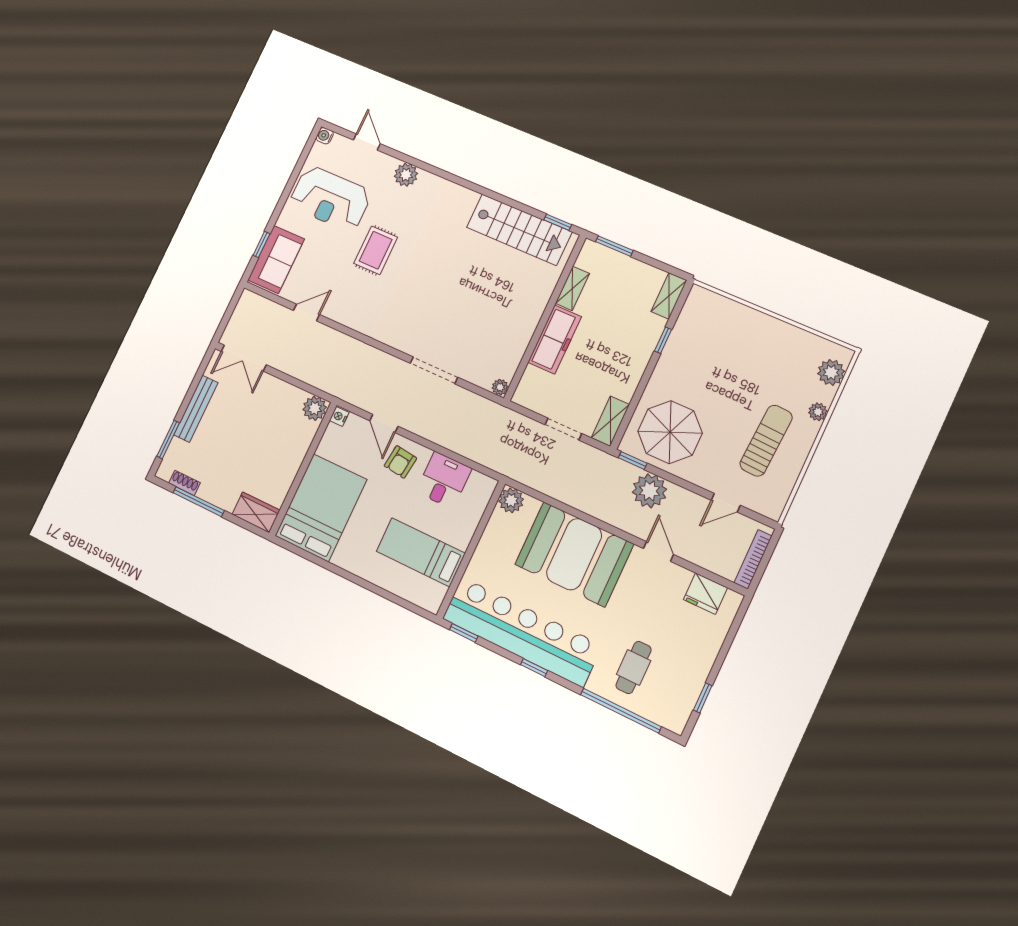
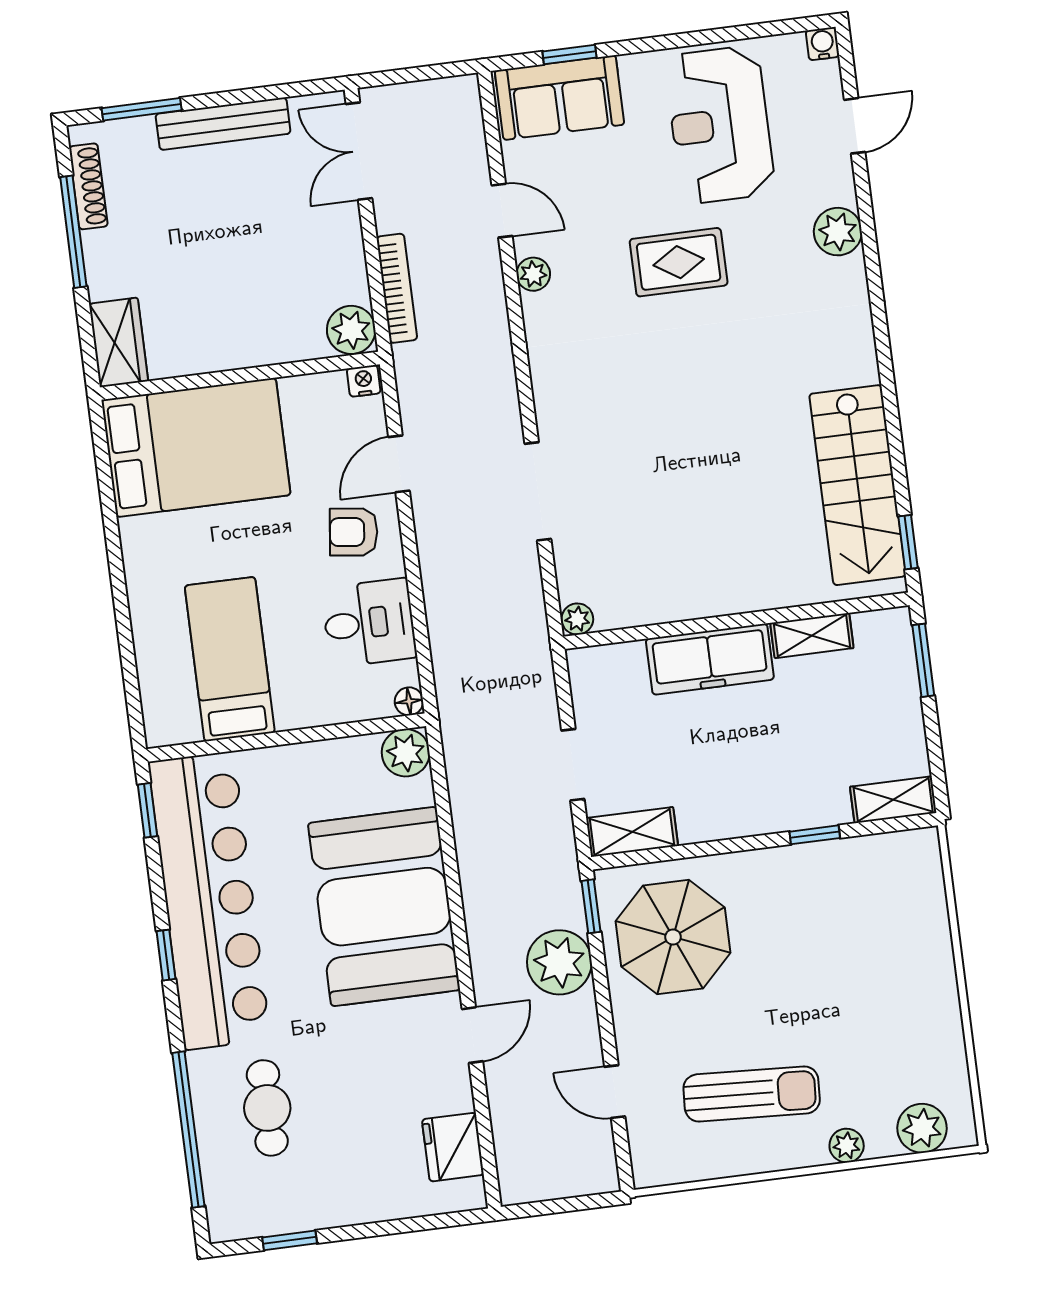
plant: (341, 315) -> (533, 274), added
shoe rack: (184, 483) -> (88, 186), width x1.43
floor lamp: (489, 484) -> (409, 701), added
bookcase: (753, 559) -> (397, 288), moved, turned 90
cafe table: (634, 667) -> (267, 1108), turned 90

